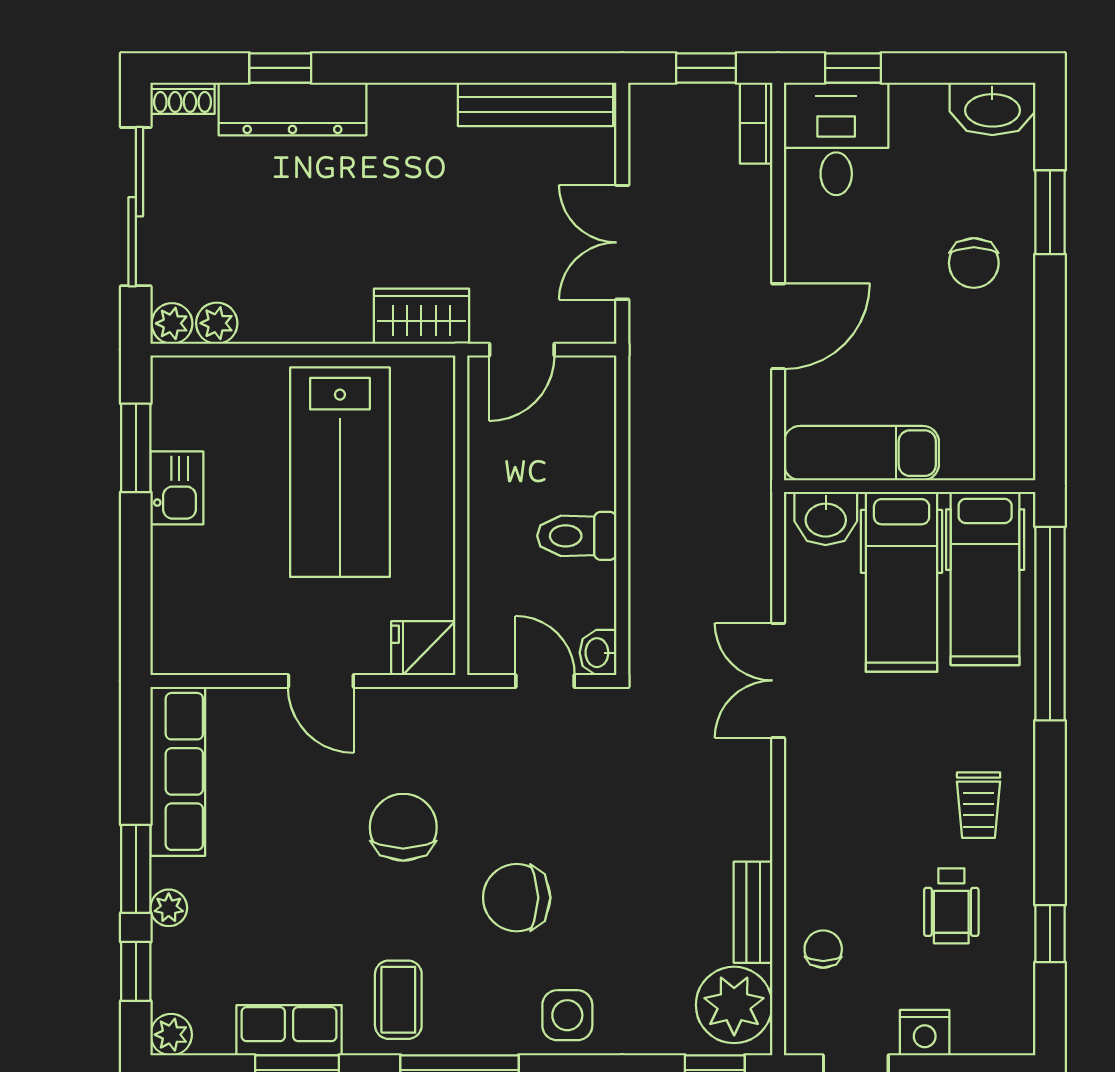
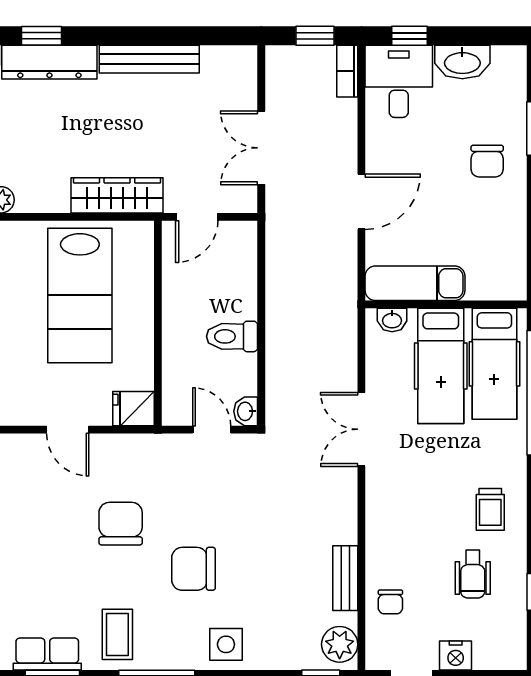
bench: (535, 104) -> (149, 59), moved
washbasin: (992, 109) -> (462, 62), moved
wardrobe: (421, 316) -> (117, 195), width x1.50
washbasin: (826, 518) -> (392, 320), width x0.72, depth x0.69
chair: (823, 949) -> (390, 602), turned 180
plant: (734, 1005) -> (340, 644), width x0.73, depth x0.73

